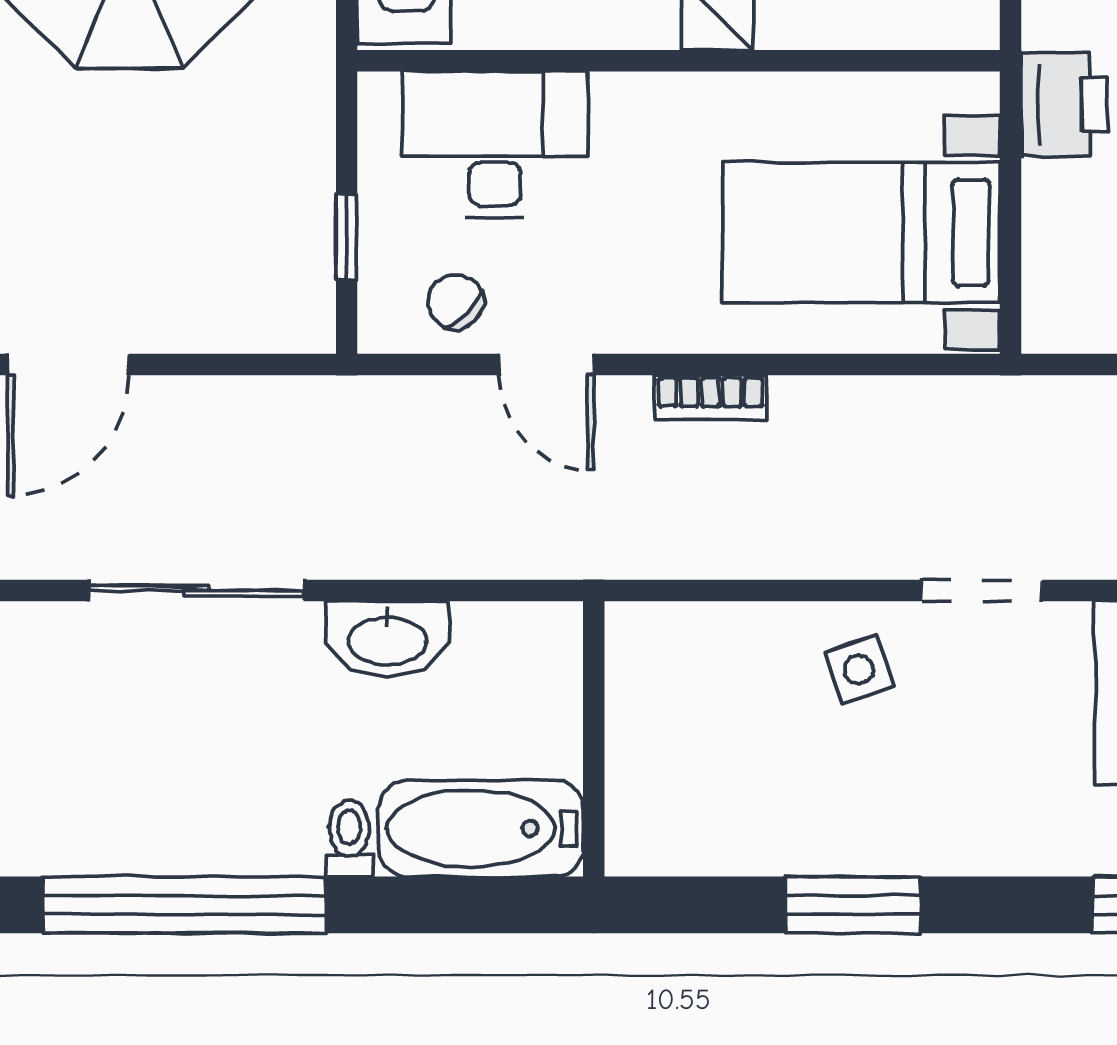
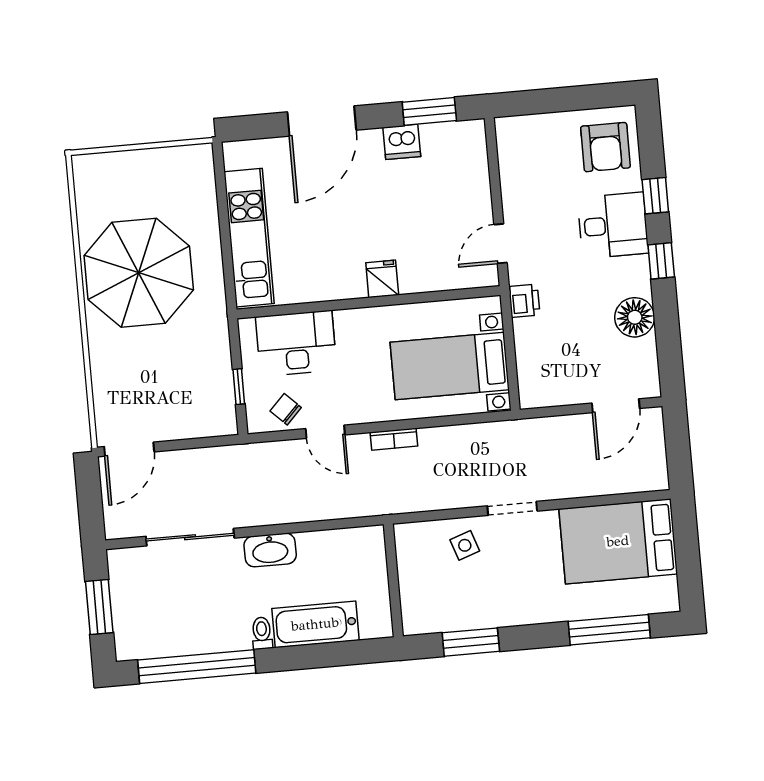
printer: (1064, 105) -> (524, 301), width x0.73, depth x0.81
wall: (594, 739) -> (393, 580), moved

